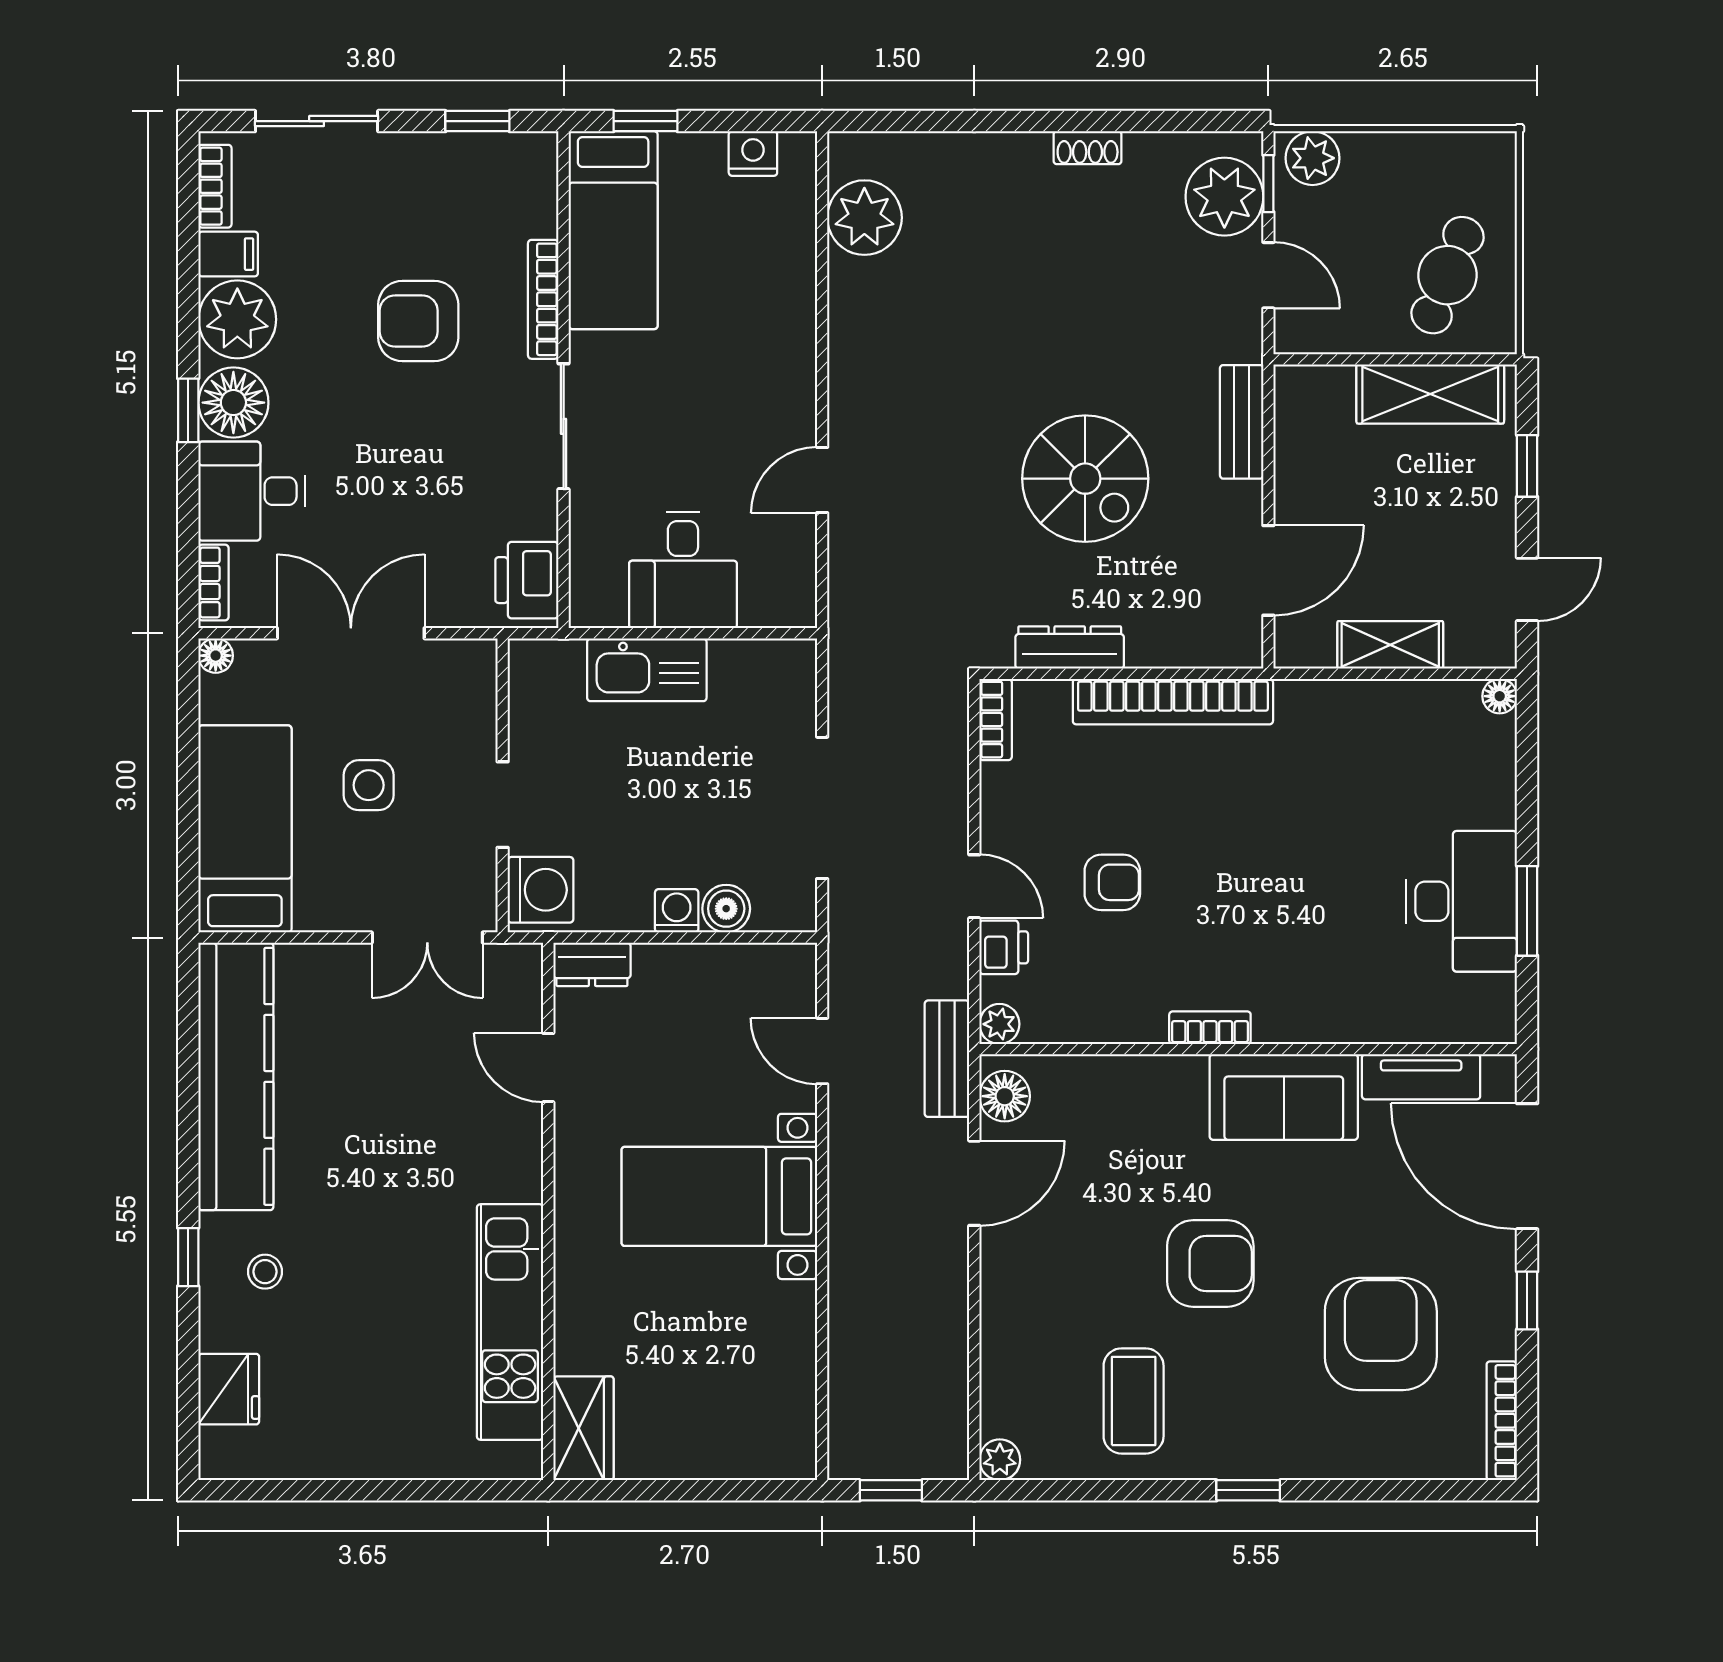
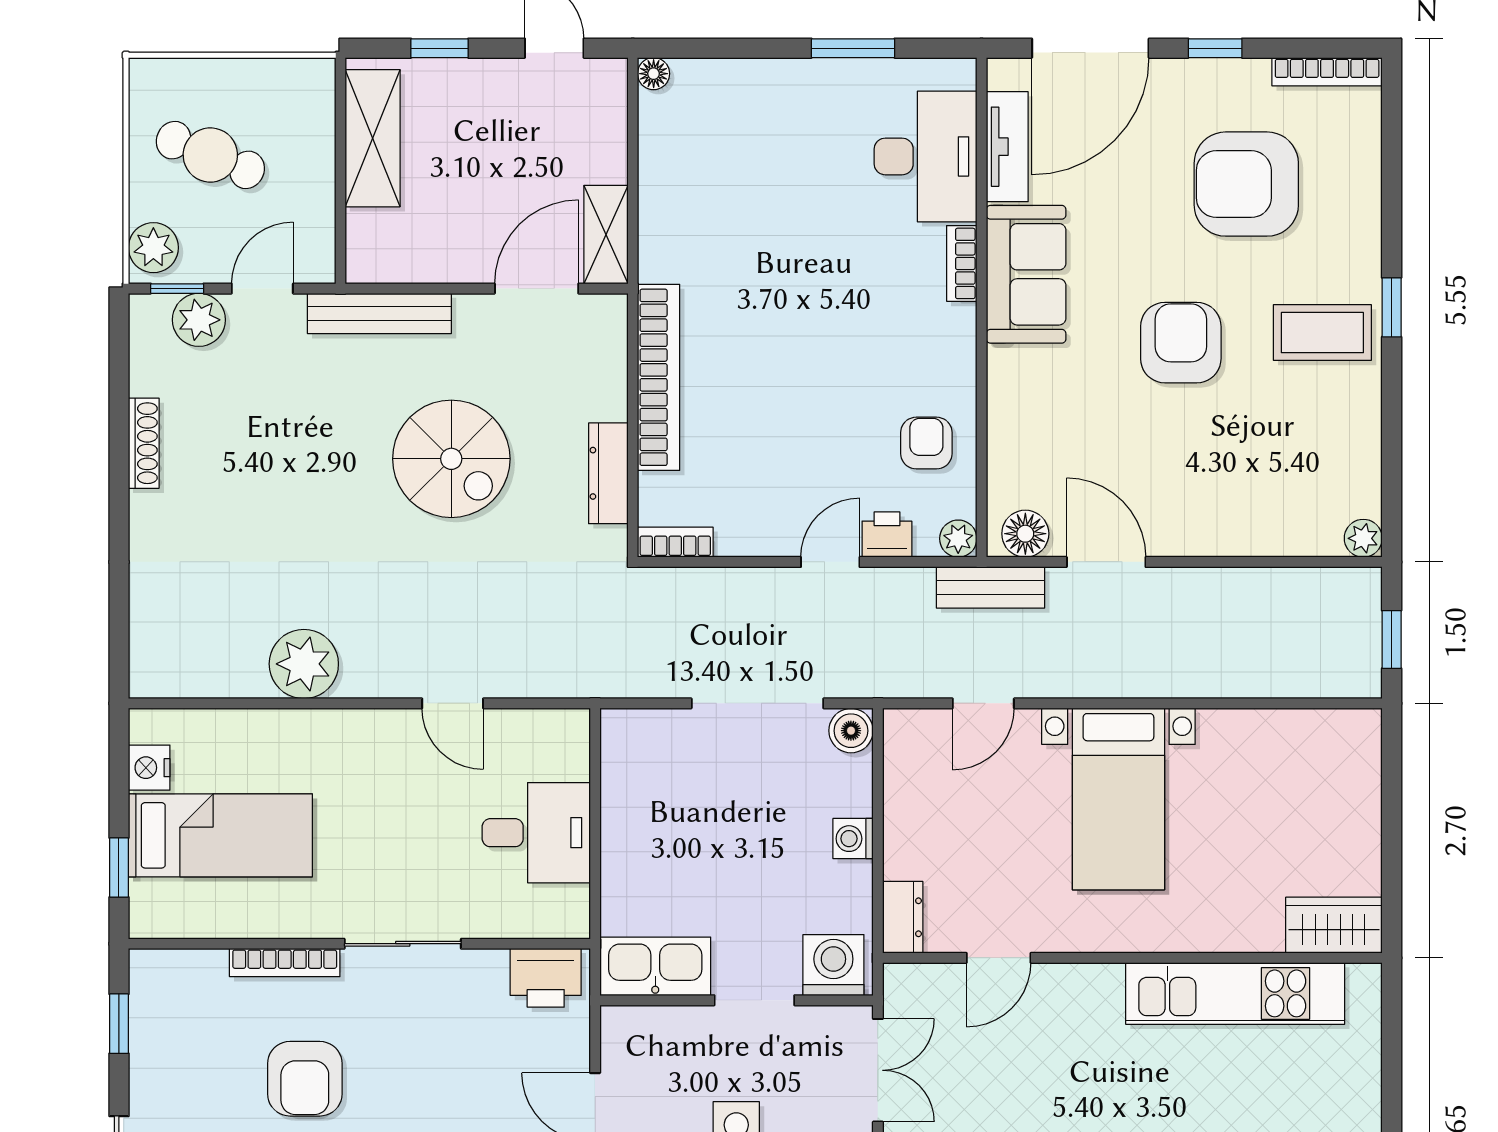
shoe rack: (1088, 148) -> (144, 443), width x1.43
plant: (1224, 197) -> (199, 320), width x0.73, depth x0.73
plant: (864, 218) -> (304, 664), moved
bed: (613, 230) -> (220, 835), moved
cafe table: (1448, 275) -> (210, 155), moved
bench: (1242, 422) -> (379, 313), width x1.36
spiral stairs: (1085, 479) -> (451, 459), turned 90
door: (1268, 570) -> (537, 289), hinge flipped
shelving: (1390, 645) -> (606, 235), moved
kitchen sink: (647, 670) -> (655, 966), moved, turned -90
armchair: (1112, 882) -> (926, 443), moved
desk: (1462, 901) -> (926, 156), moved, turned 90
boiler: (726, 909) -> (851, 731), moved
bookcase: (1210, 1028) -> (962, 263), moved
coffee table: (1134, 1401) -> (1322, 333), moved

